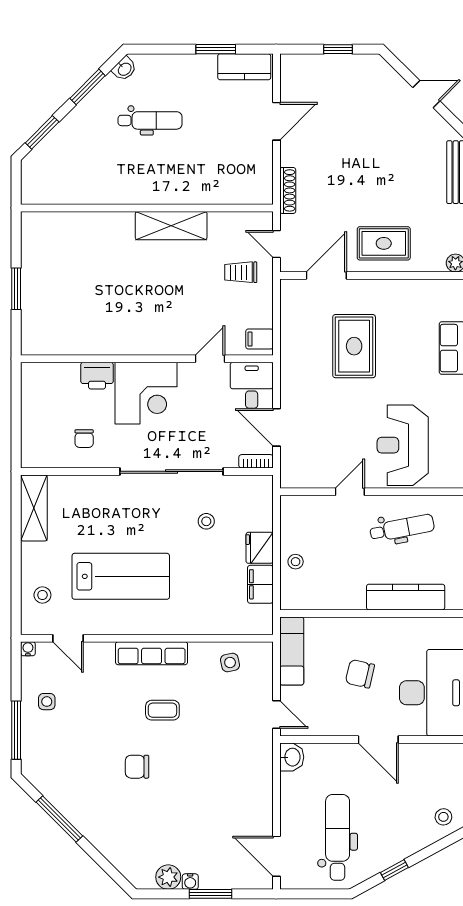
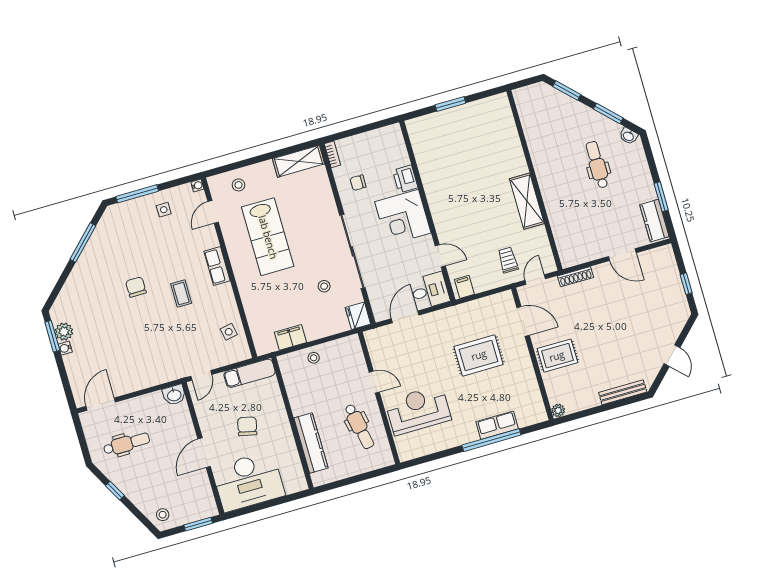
dental chair: (150, 120) -> (597, 165), turned 180
rug: (384, 243) -> (557, 356), turned 90
bookcase: (256, 461) -> (332, 154), moved
fridge: (260, 548) -> (358, 316), moved, turned -90
row of seats: (152, 653) -> (217, 266), width x0.68
dental chair: (338, 837) -> (127, 444), width x0.73, depth x0.72
window: (211, 894) -> (52, 336), moved

